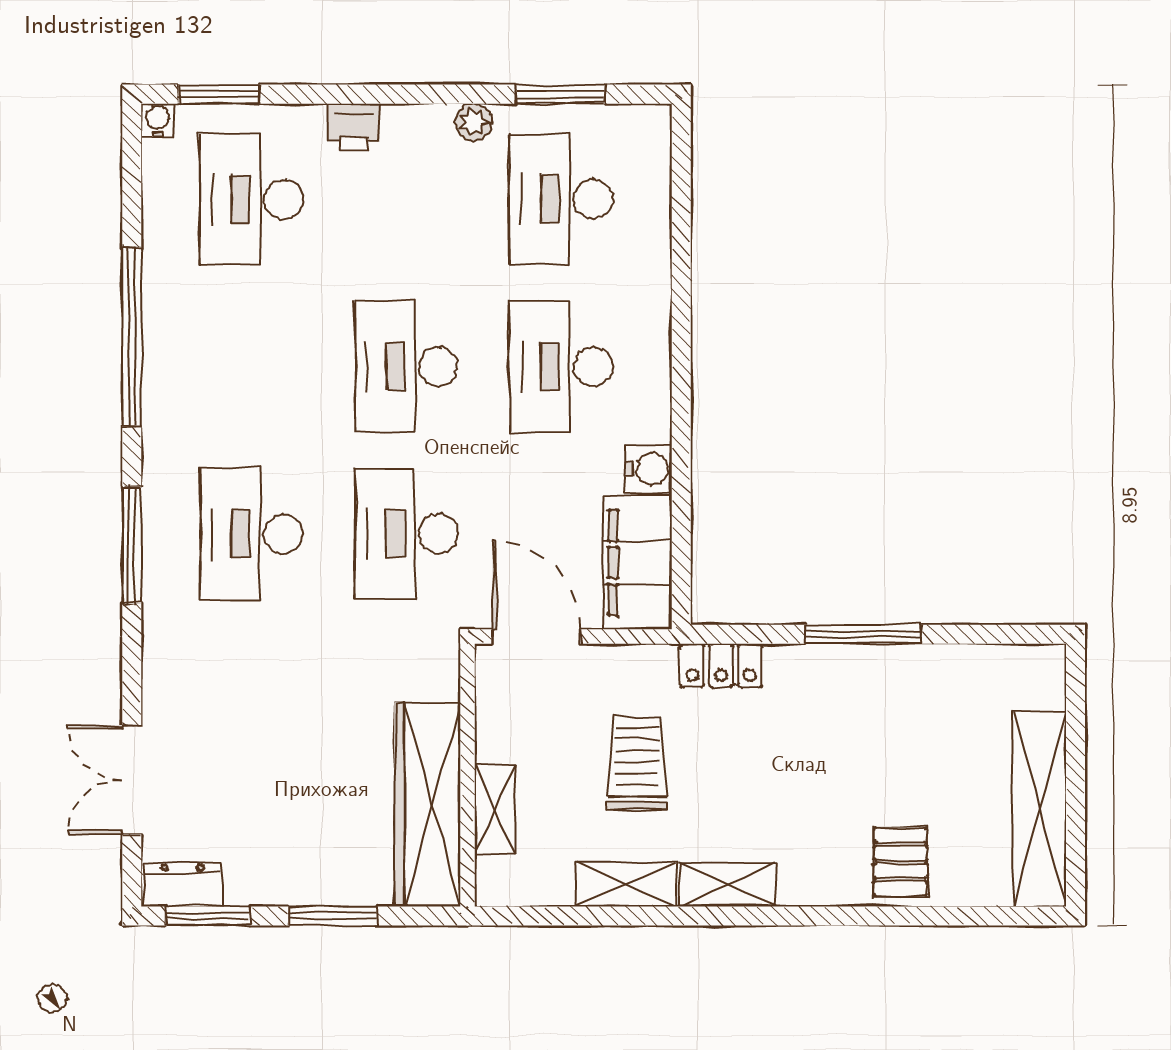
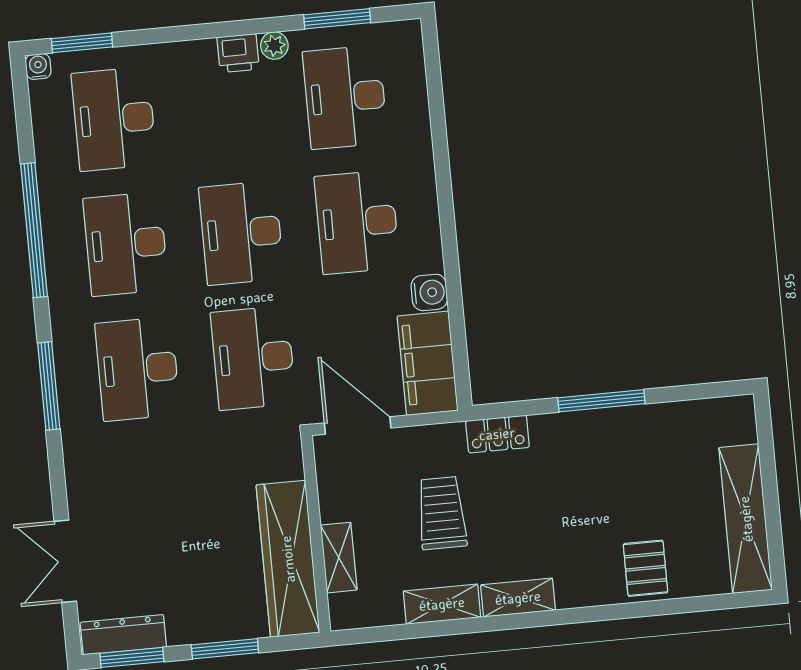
printer: (354, 127) -> (238, 53), moved
desk: (252, 366) -> (126, 244), added
dresser: (183, 885) -> (123, 635), width x1.44

